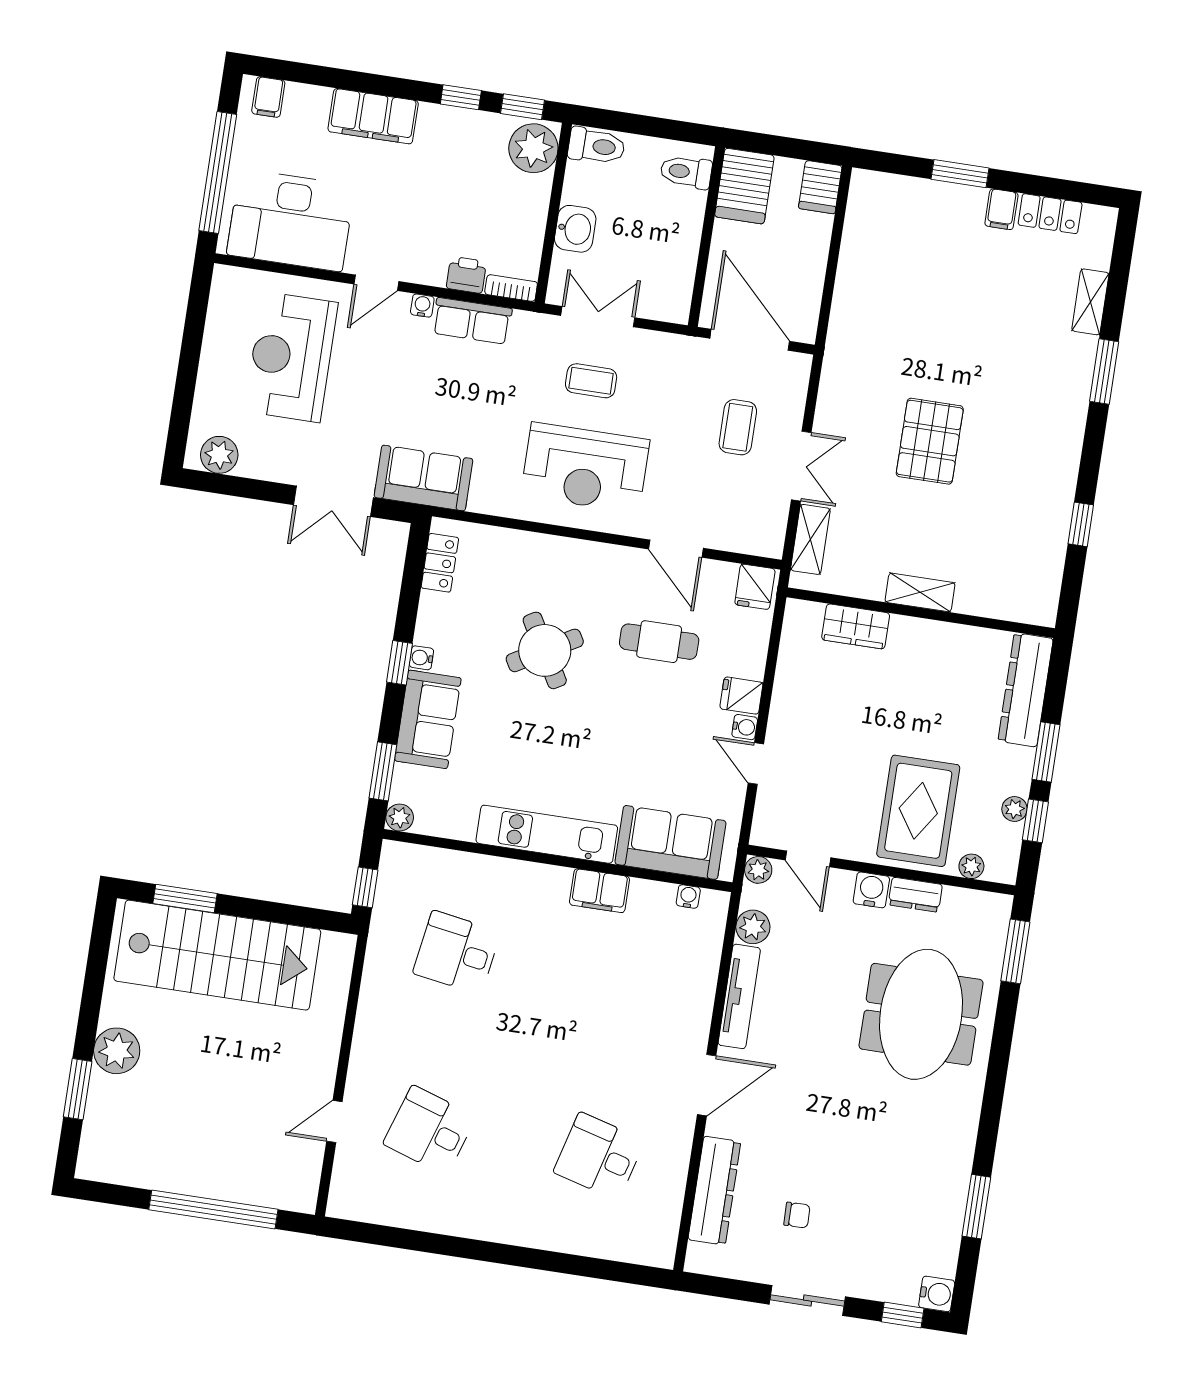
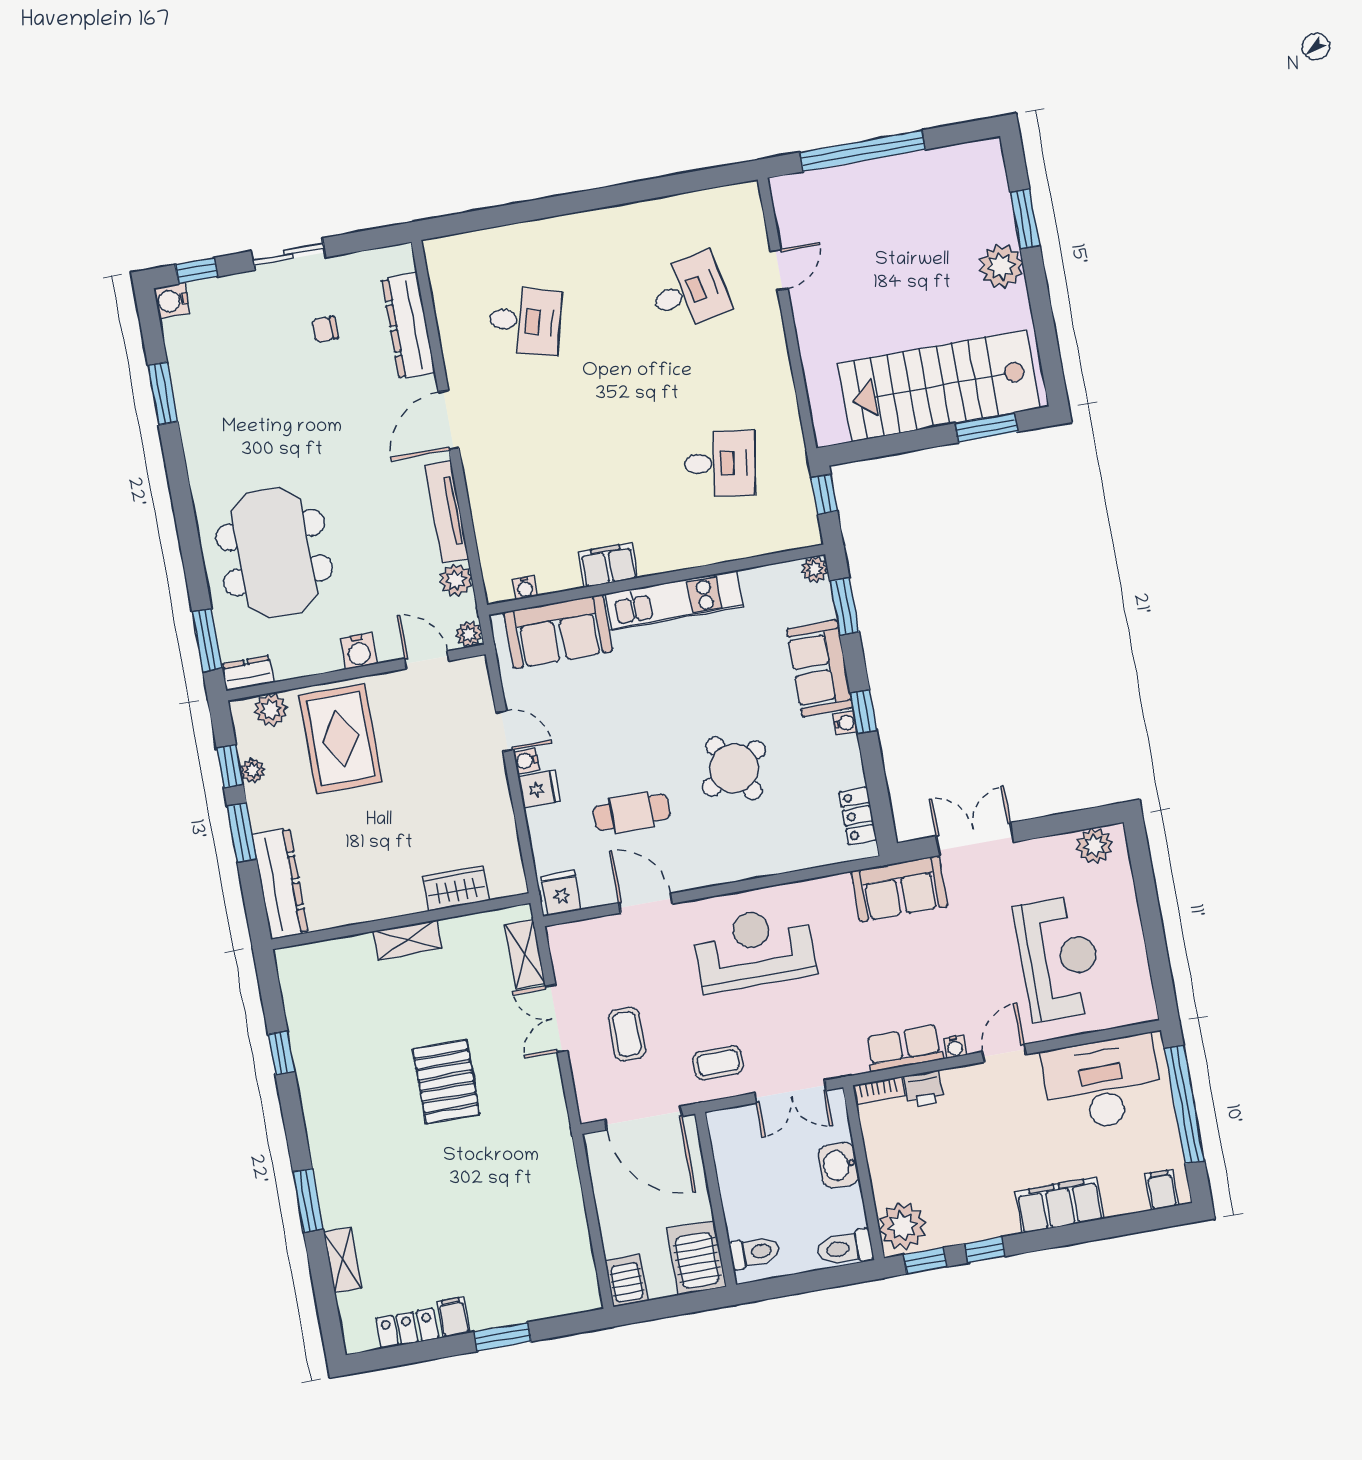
coffee table: (591, 381) -> (718, 1063), moved
plant: (971, 866) -> (271, 710), width x1.38, depth x1.38
dresser: (915, 895) -> (248, 673), moved
desk: (430, 1130) -> (689, 292), turned -30

